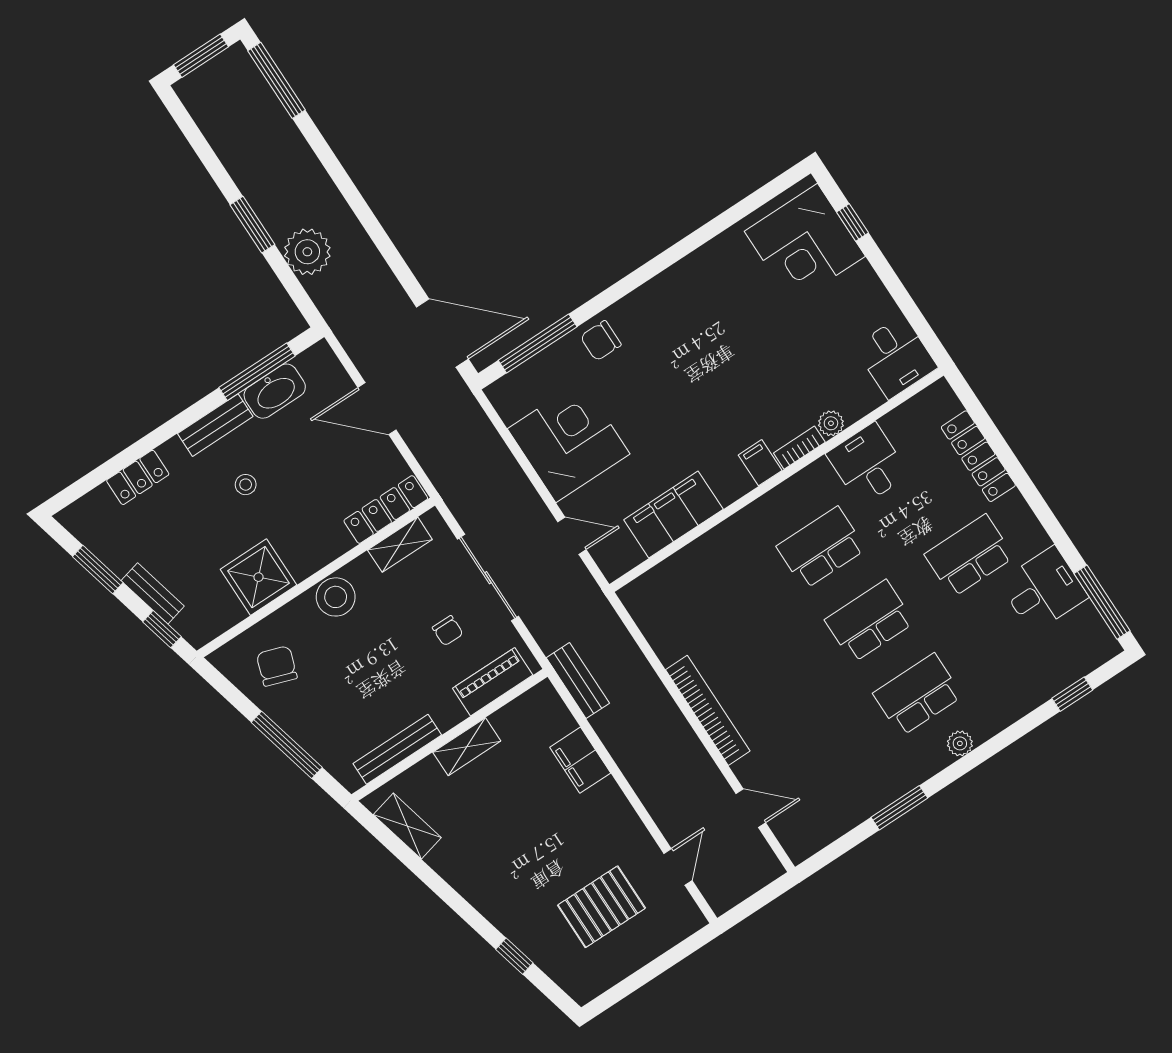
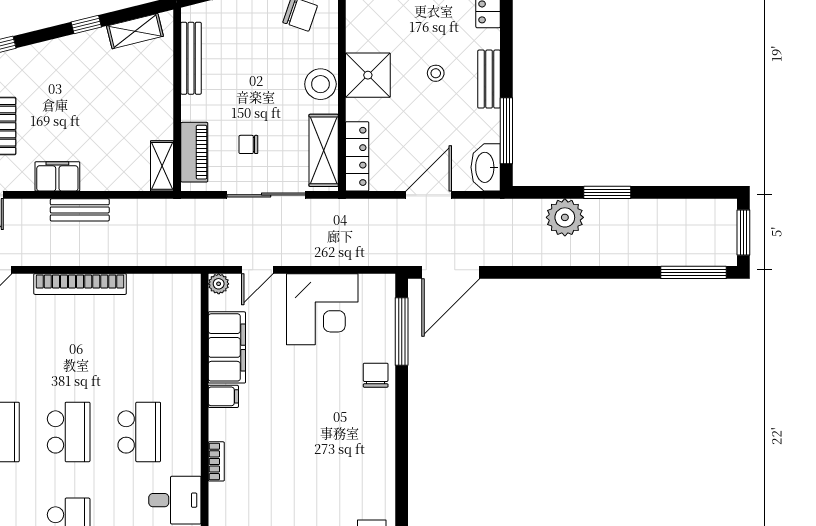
washbasin: (275, 391) -> (486, 167), moved
plant: (831, 423) -> (219, 284), moved
filing cabinet: (760, 463) -> (223, 396), moved
shelving: (400, 545) -> (324, 150), width x1.50, depth x1.33
shower: (259, 577) -> (368, 75), moved
bench: (578, 681) -> (80, 210), moved
shelving: (467, 747) -> (162, 166), moved
filing cabinet: (580, 760) -> (57, 176), moved
window: (434, 881) -> (86, 25), added

